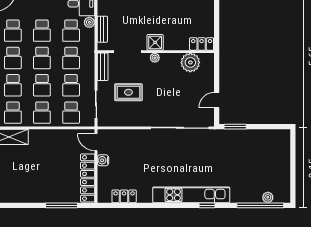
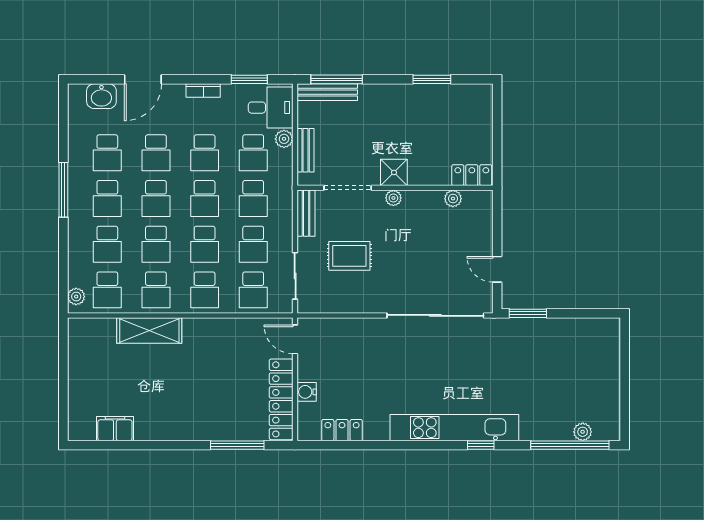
plant: (190, 62) -> (453, 199), width x0.53, depth x0.53
door: (217, 100) -> (497, 269), hinge flipped
water cooler: (103, 160) -> (307, 392), moved

